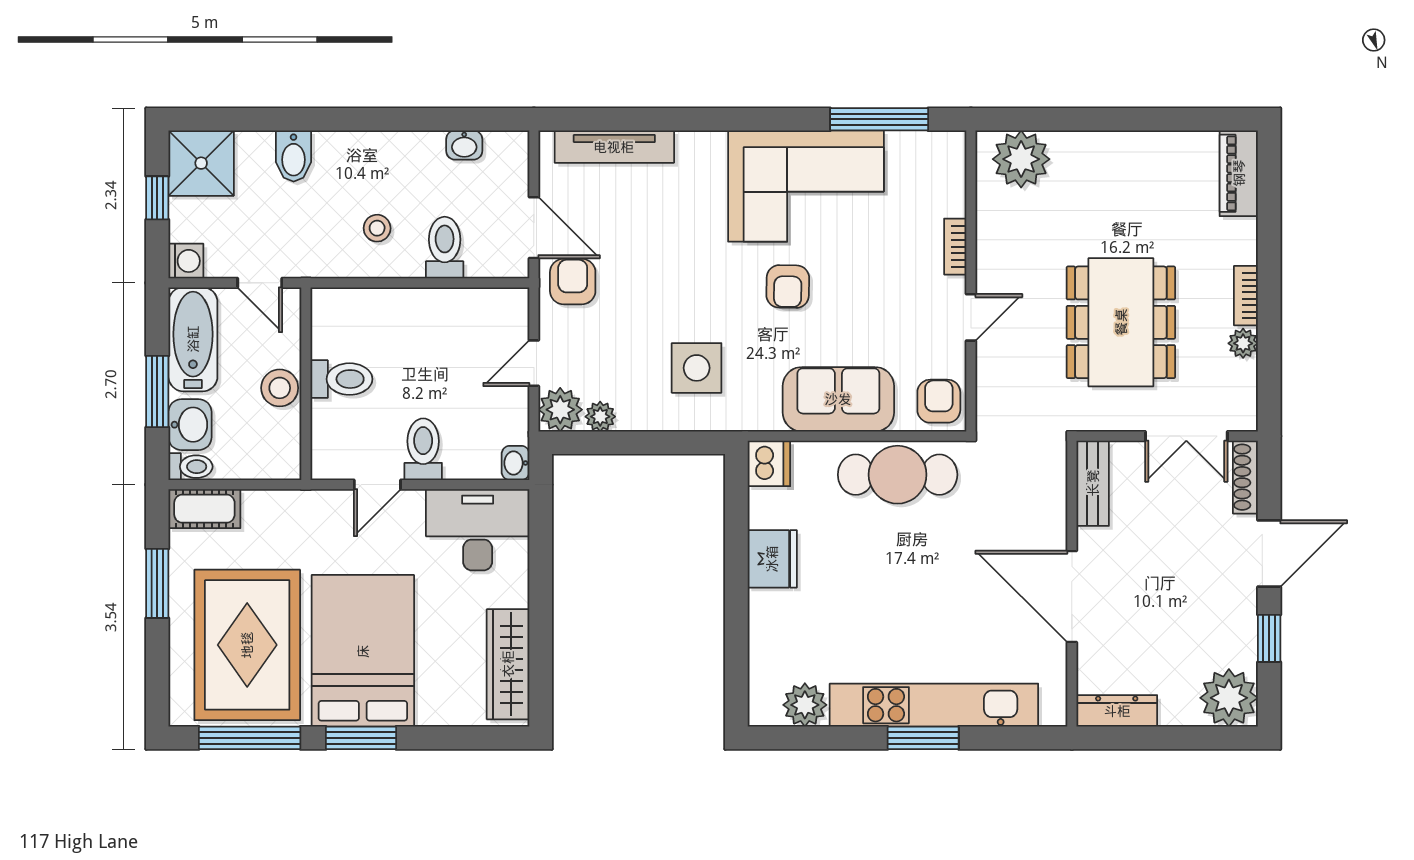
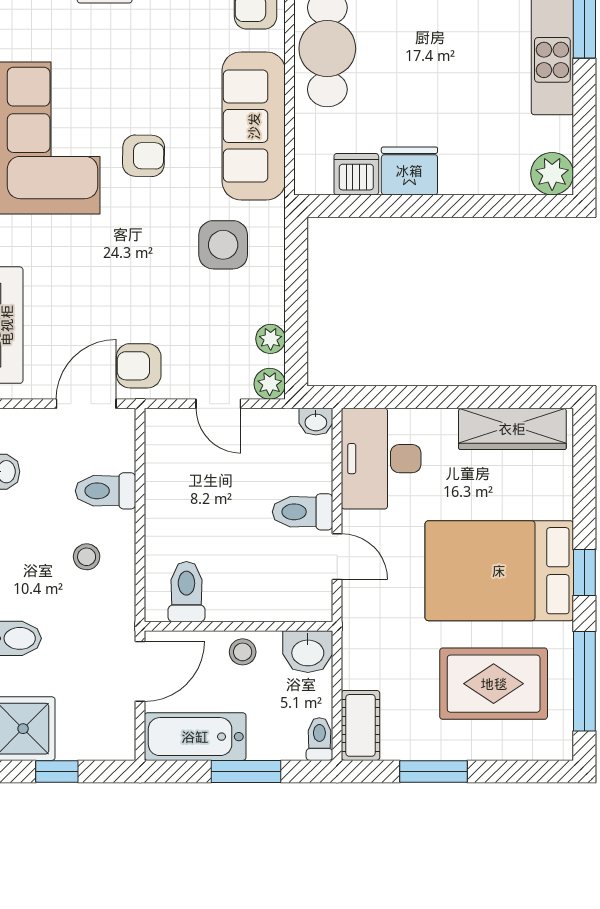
washing machine: (186, 261) -> (119, 744), removed
door: (260, 283) -> (140, 671), width x1.38
toilet: (341, 379) -> (186, 592), moved
stool: (280, 388) -> (243, 652), width x0.73, depth x0.73
sofa: (838, 399) -> (254, 126), width x1.36
plant: (560, 410) -> (270, 384), width x0.73, depth x0.73
washbasin: (190, 425) -> (308, 652), moved, turned 180
dishwasher: (769, 463) -> (356, 174), moved
rug: (247, 645) -> (494, 684), width x0.73, depth x0.69
plant: (805, 705) -> (552, 174), moved
window: (361, 738) -> (584, 573), width x0.67

